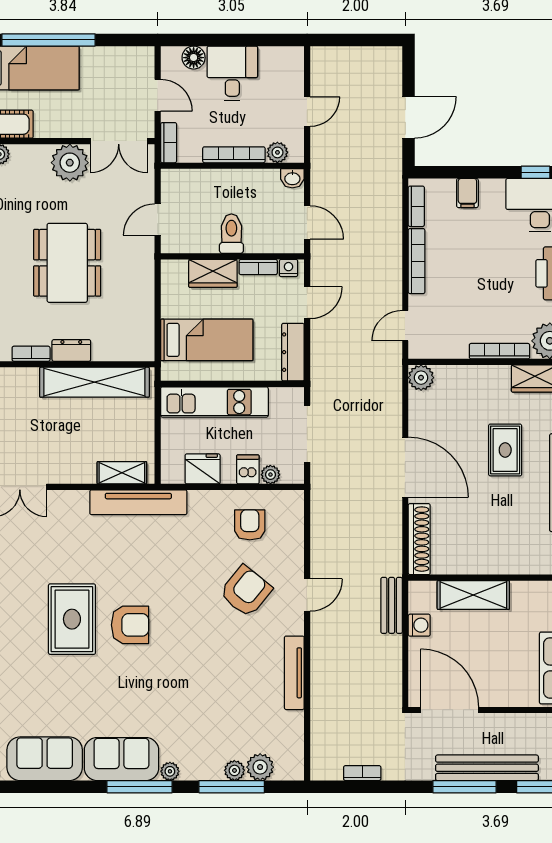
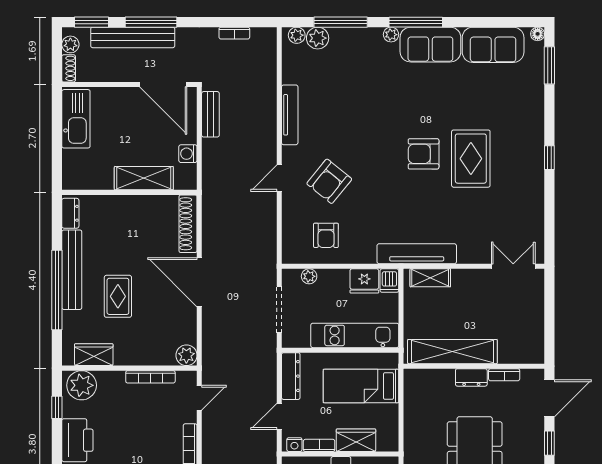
bookcase: (500, 351) -> (150, 377), moved
dishwasher: (248, 469) -> (389, 281), moved
bench: (392, 605) -> (210, 114), moved
plant: (234, 770) -> (297, 35), moved

